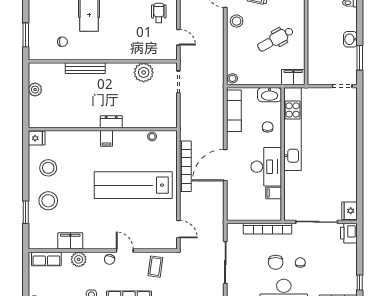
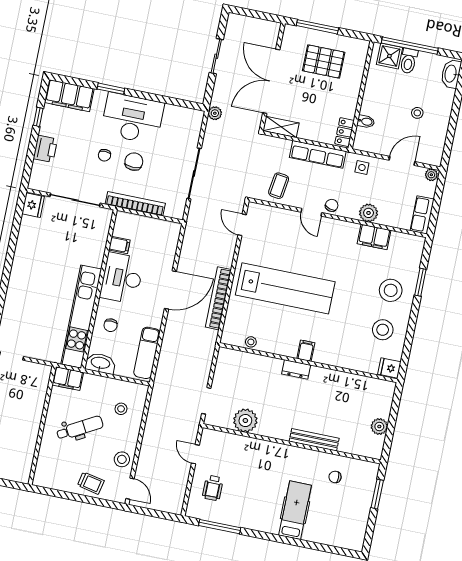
stool: (232, 78) -> (121, 409), moved
printer: (349, 233) -> (45, 149), moved
row of seats: (46, 259) -> (422, 215), moved, turned -90

